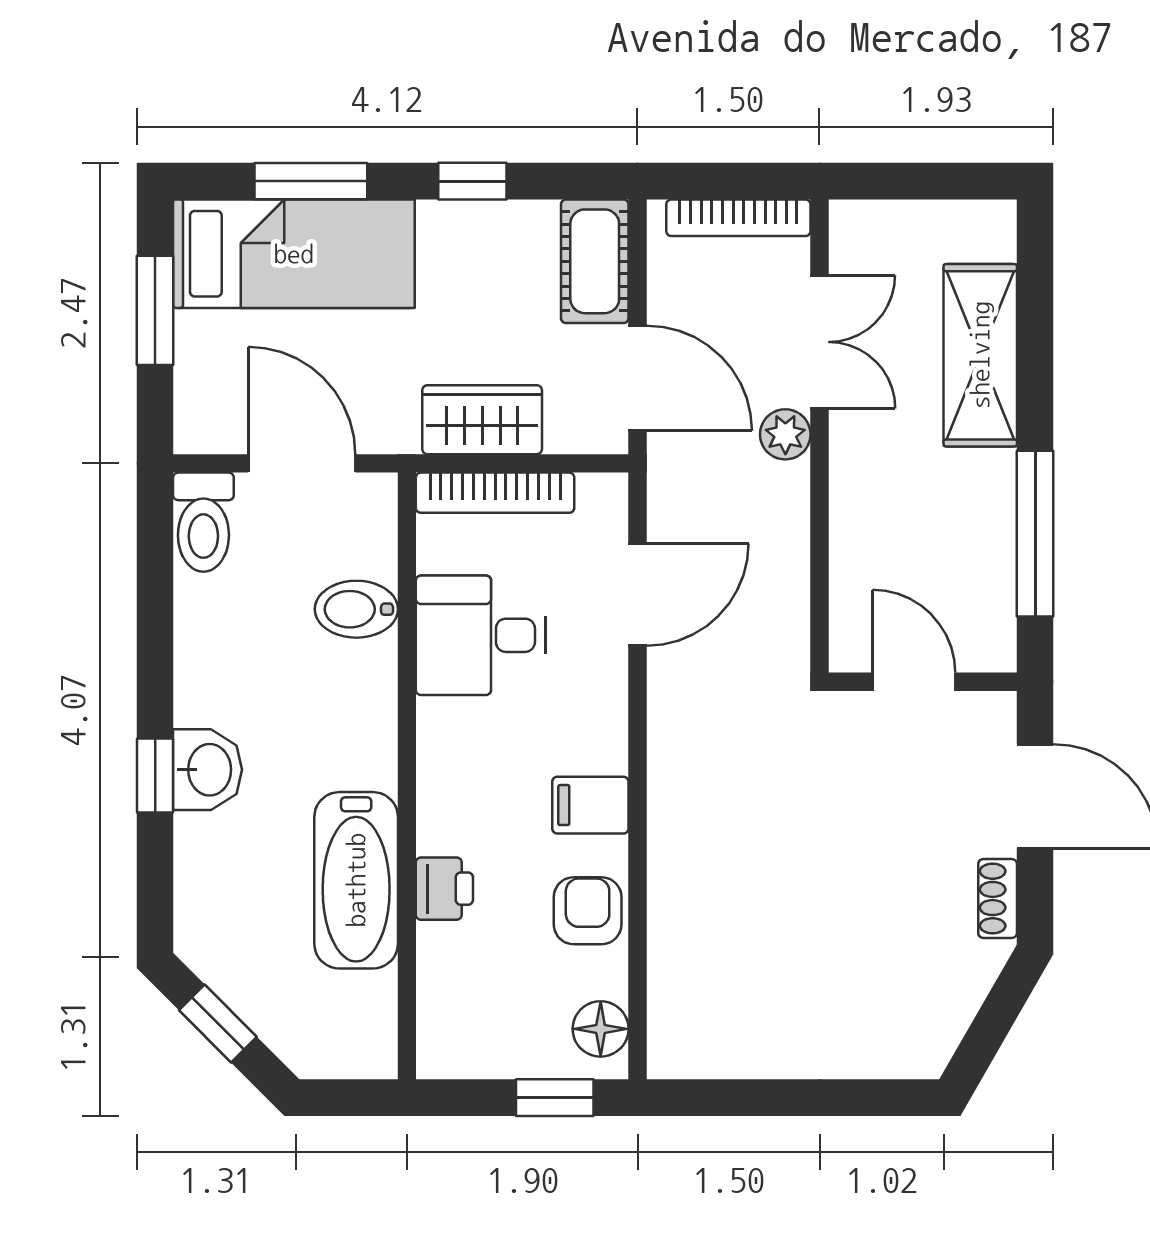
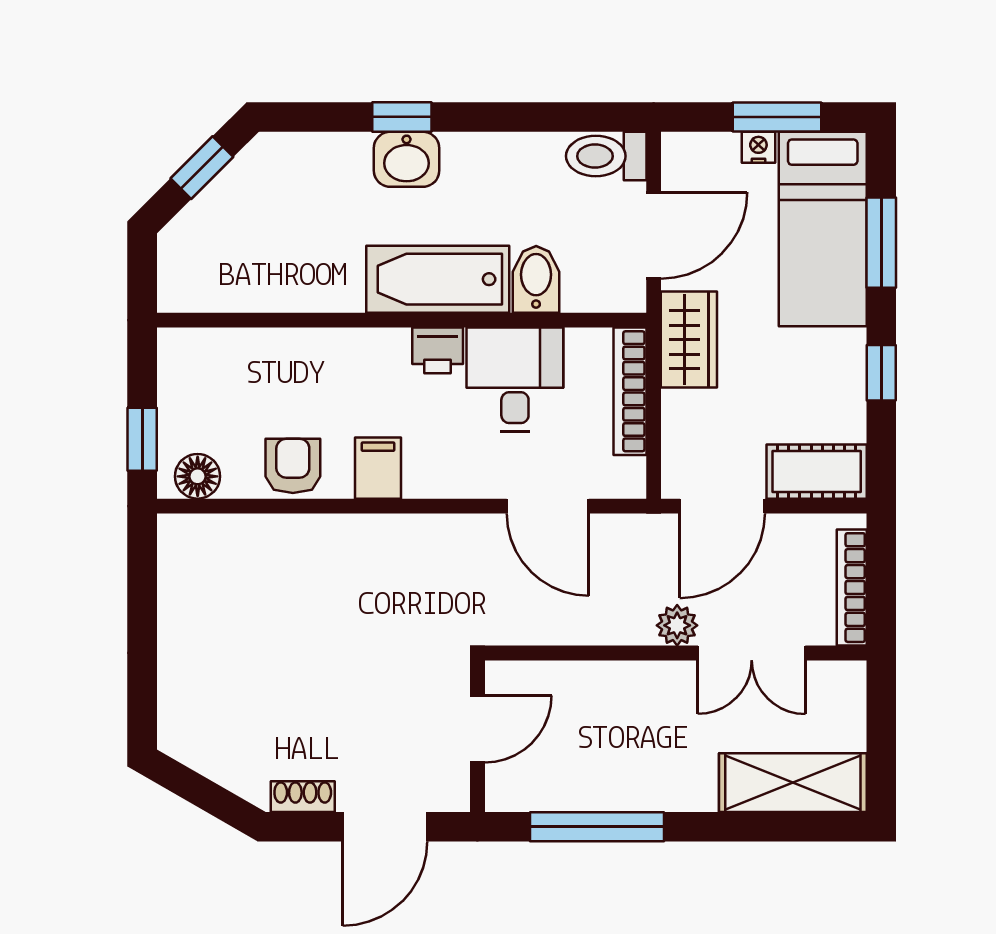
nightstand: (193, 333) -> (758, 147), added
shelving: (980, 355) -> (793, 783), moved
wardrobe: (482, 420) -> (689, 340), moved
bathtub: (356, 880) -> (438, 279), moved
printer: (444, 889) -> (438, 350), moved
armchair: (588, 911) -> (293, 466), turned -90

